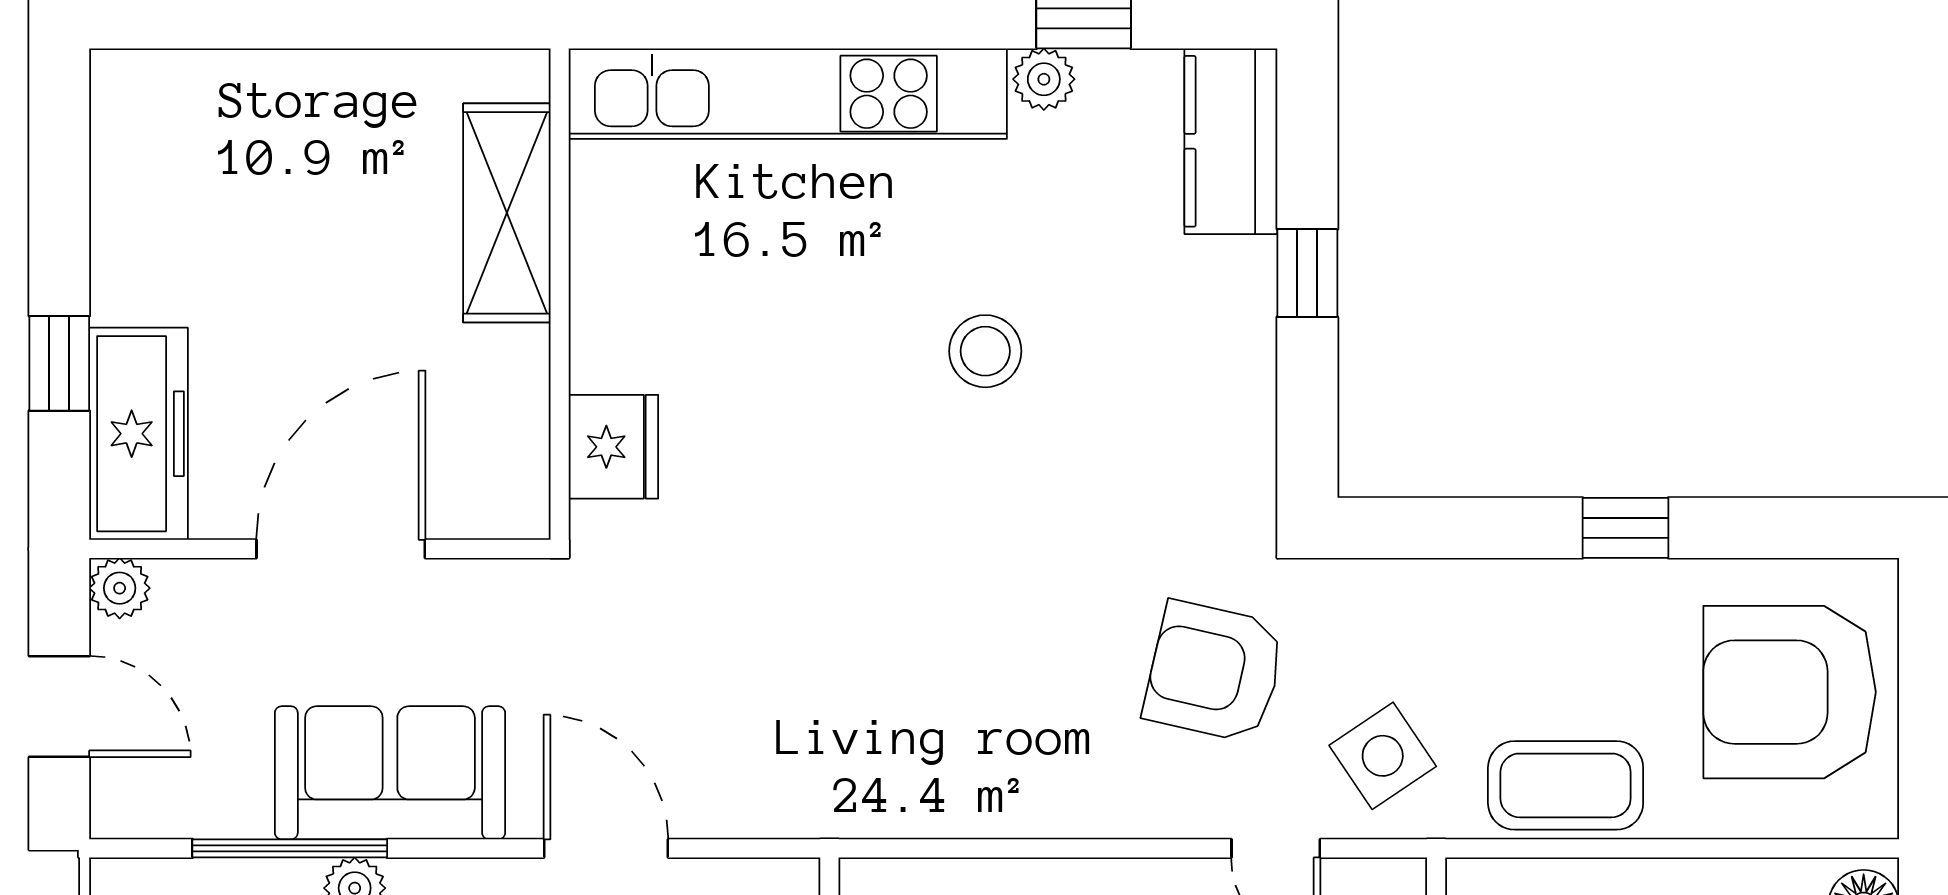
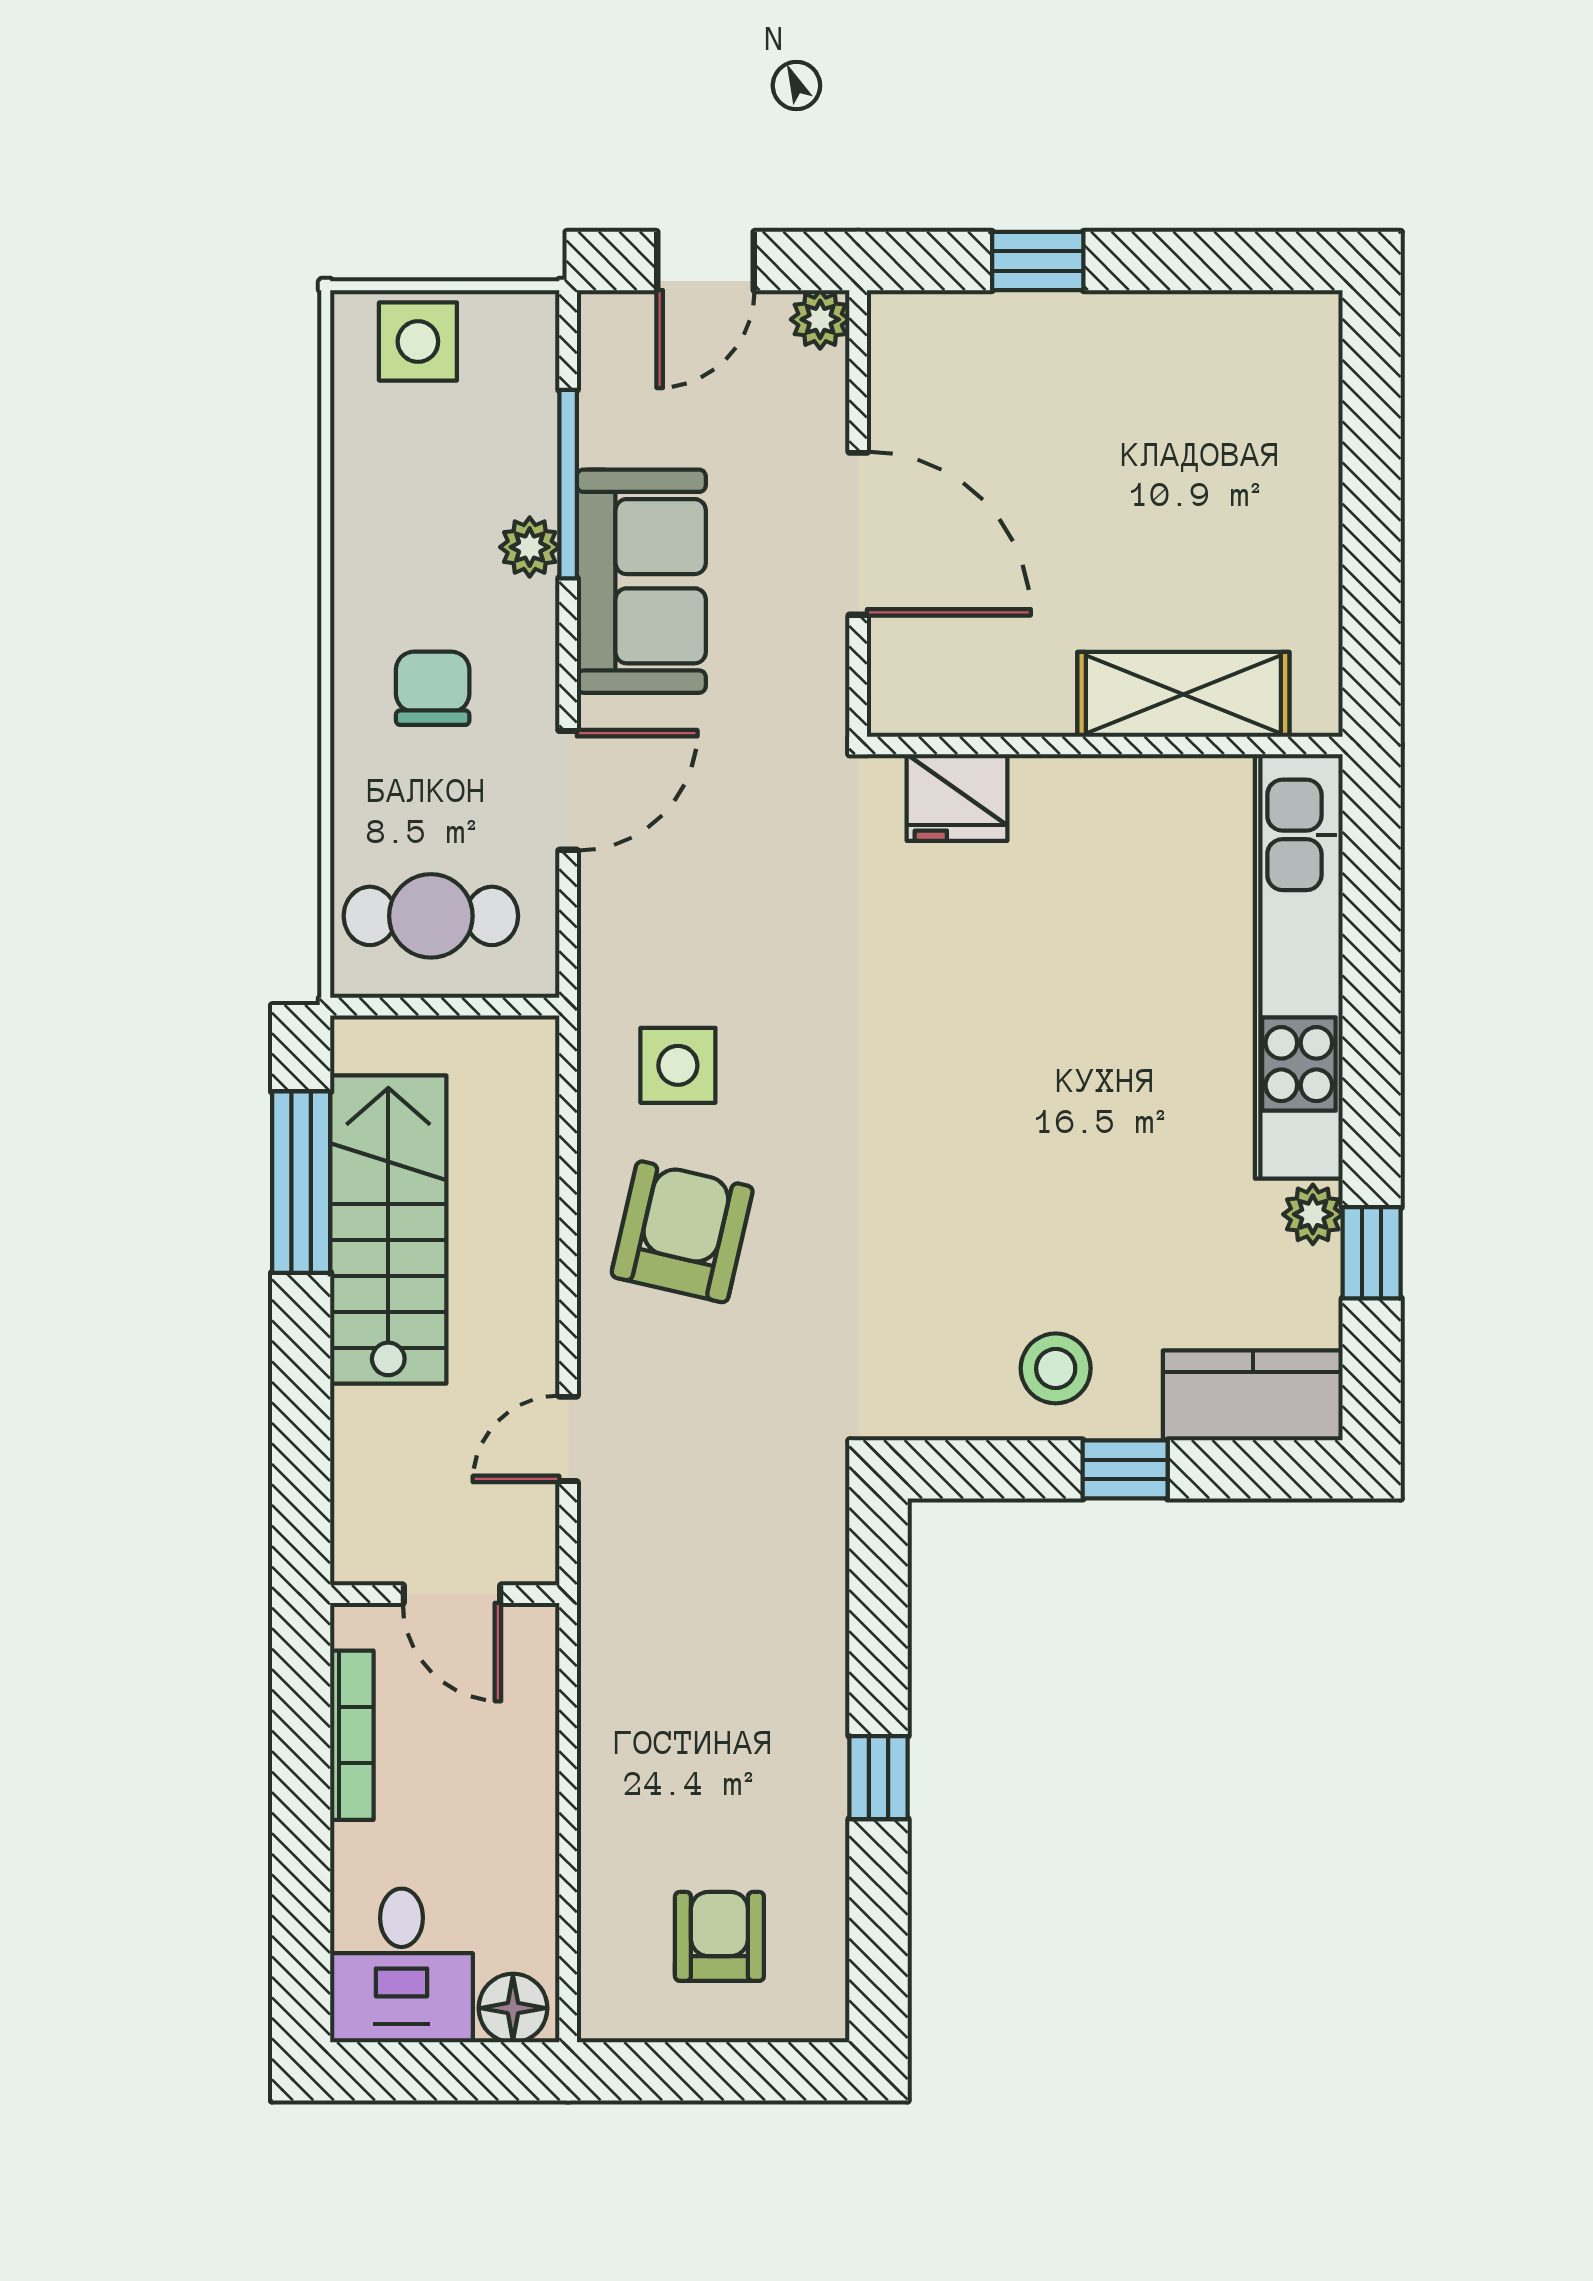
stool: (985, 351) -> (1056, 1368), moved
freezer: (138, 434) -> (970, 338), removed
armchair: (1214, 672) -> (682, 1232), moved
armchair: (1790, 692) -> (719, 1936), width x0.53, depth x0.53
side table: (1383, 756) -> (678, 1065), moved, turned 34
coffee table: (1566, 785) -> (629, 1719), removed

